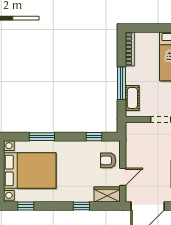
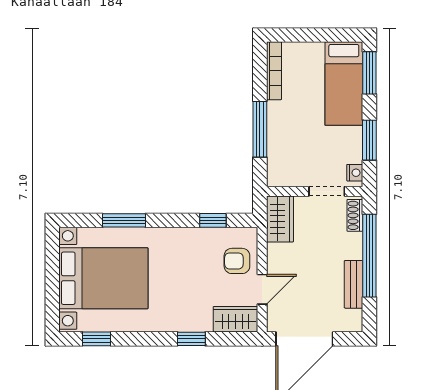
cot: (132, 98) -> (278, 155), removed
wardrobe: (133, 136) -> (280, 219), added

